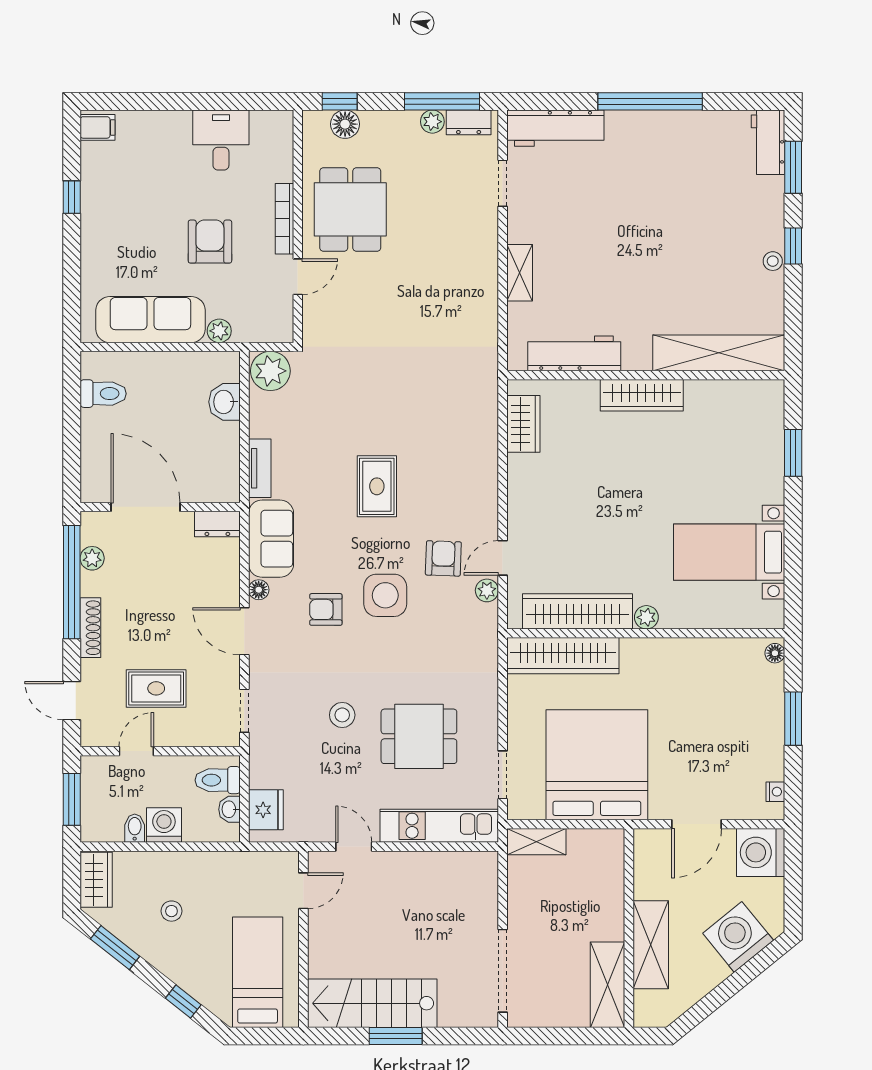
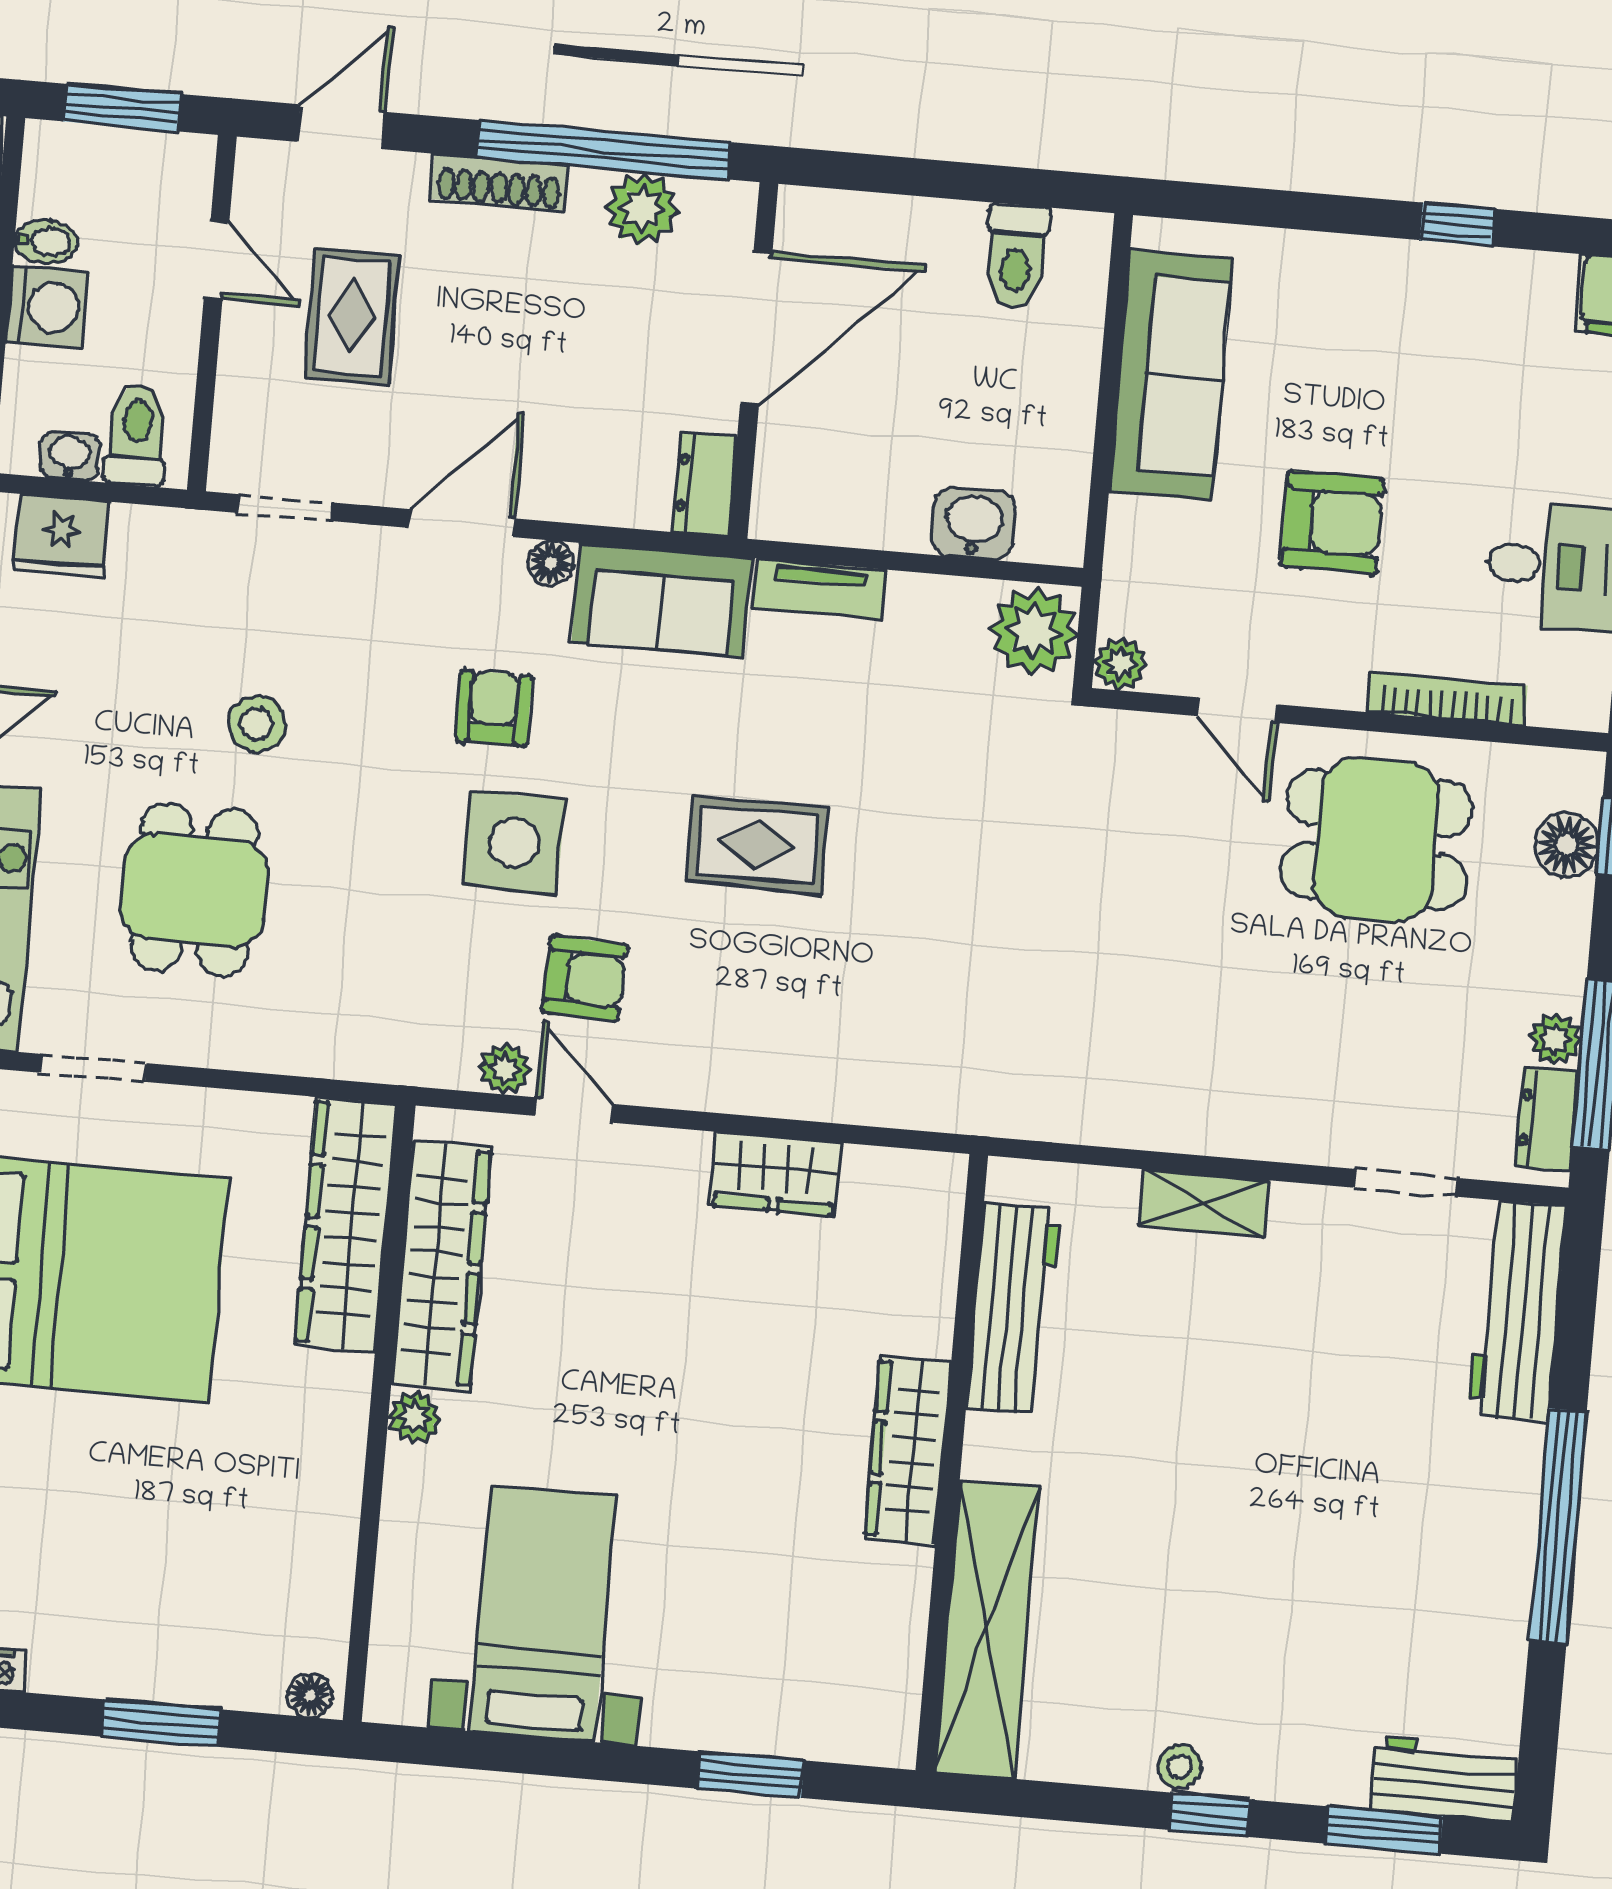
bookcase: (284, 219) -> (1447, 699), moved
plant: (219, 331) -> (1120, 664), moved
wardrobe: (523, 424) -> (775, 1174), moved
plant: (92, 558) -> (642, 209), width x1.38, depth x1.38

